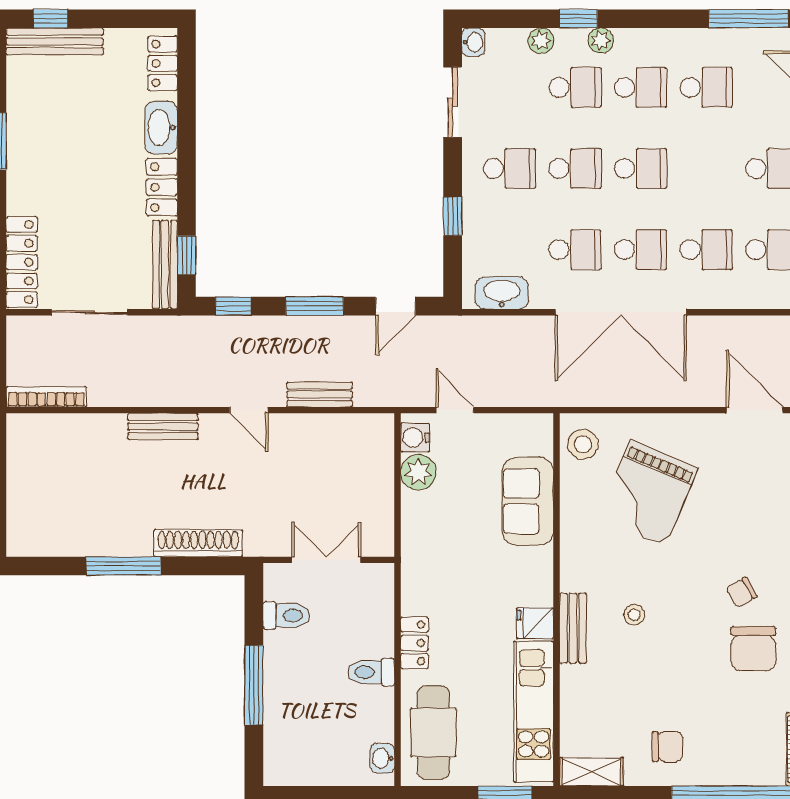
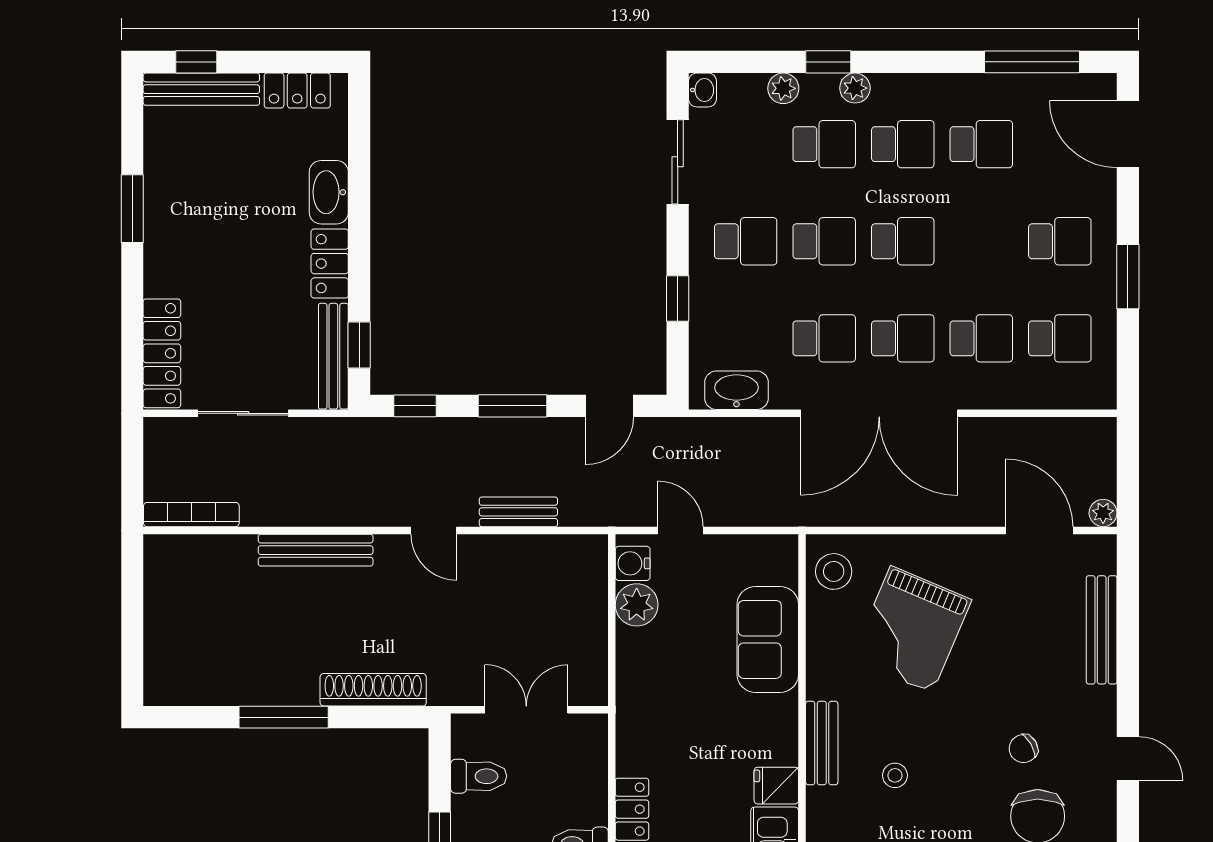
locker: (163, 63) -> (297, 90), moved, turned -90
bench: (163, 427) -> (316, 550), width x1.36
bench: (573, 628) -> (822, 743), moved

